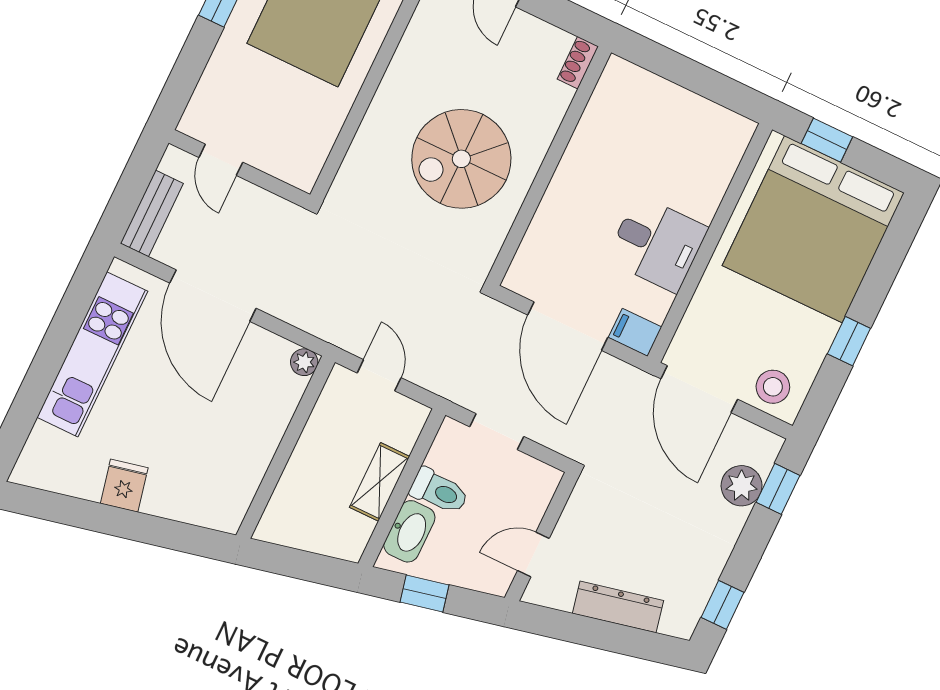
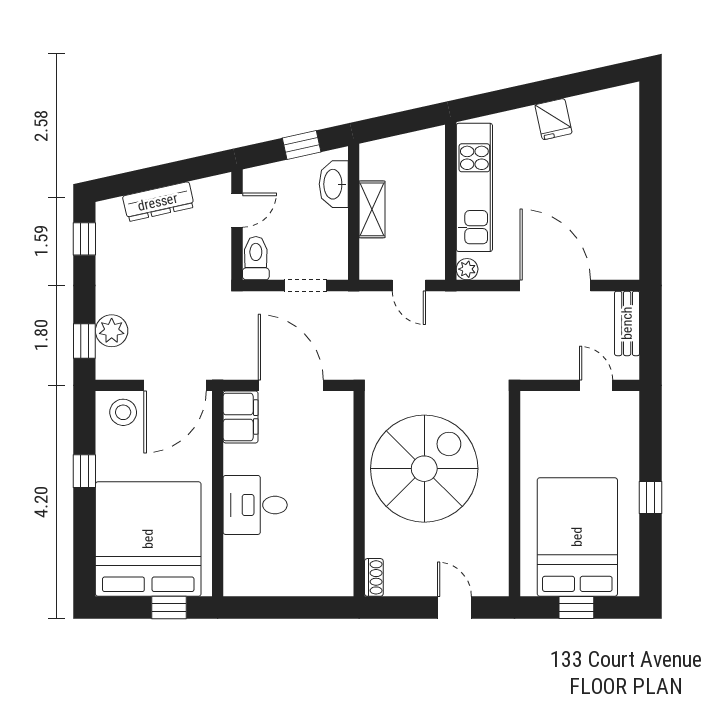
spiral stairs: (461, 159) -> (424, 469), width x1.37, depth x1.37
desk: (657, 244) -> (255, 505), moved
filing cabinet: (635, 332) -> (241, 417), width x2.00
kitchen unit: (92, 354) -> (474, 187), moved, turned 180
door: (699, 389) -> (175, 385), swing flipped
toilet: (439, 491) -> (256, 258), moved, turned 90

